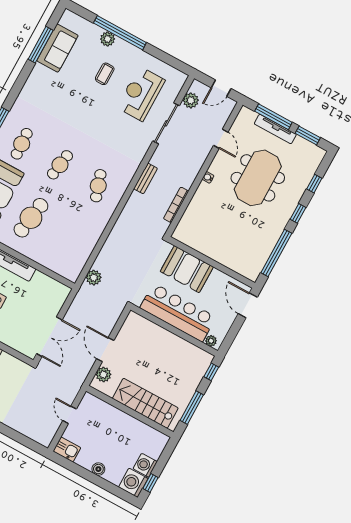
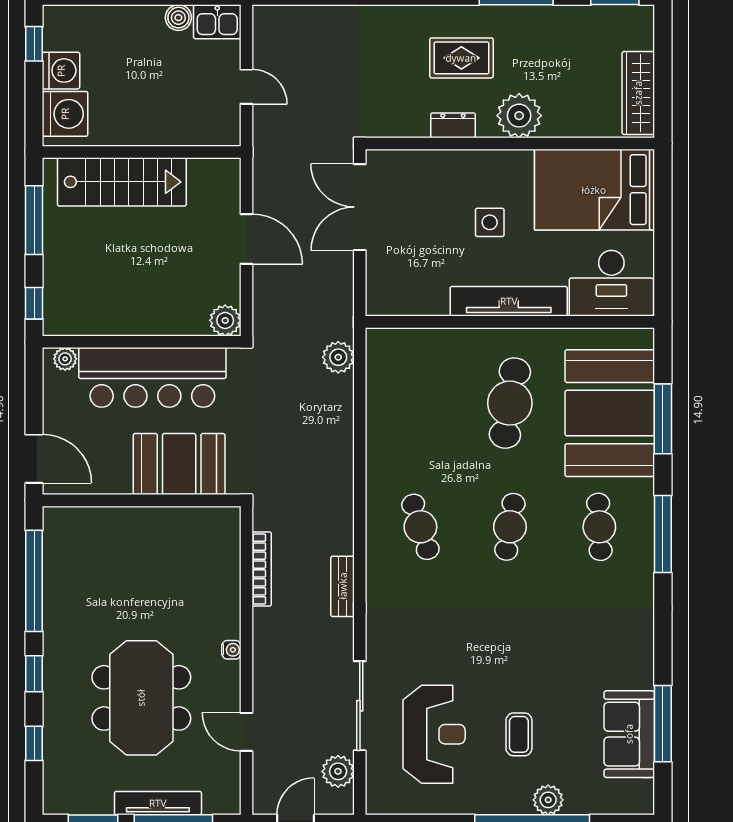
plant: (103, 375) -> (225, 320), moved
boiler: (98, 469) -> (178, 18), moved
washing machine: (133, 483) -> (65, 114), moved

